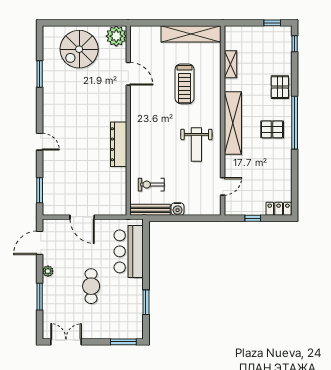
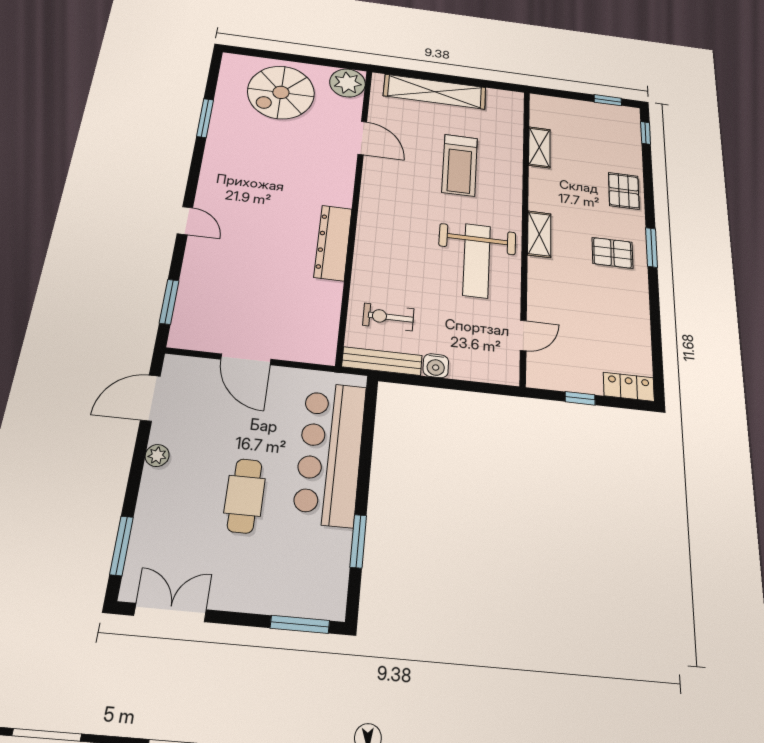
shelving: (191, 34) -> (435, 92), moved
shelving: (233, 123) -> (539, 234), width x0.45, depth x0.75
window: (295, 123) -> (651, 247), width x0.47
weight bench: (196, 145) -> (477, 261), width x1.36, depth x1.33
bar counter: (129, 251) -> (330, 453), width x1.36
window: (40, 297) -> (122, 546), moved

